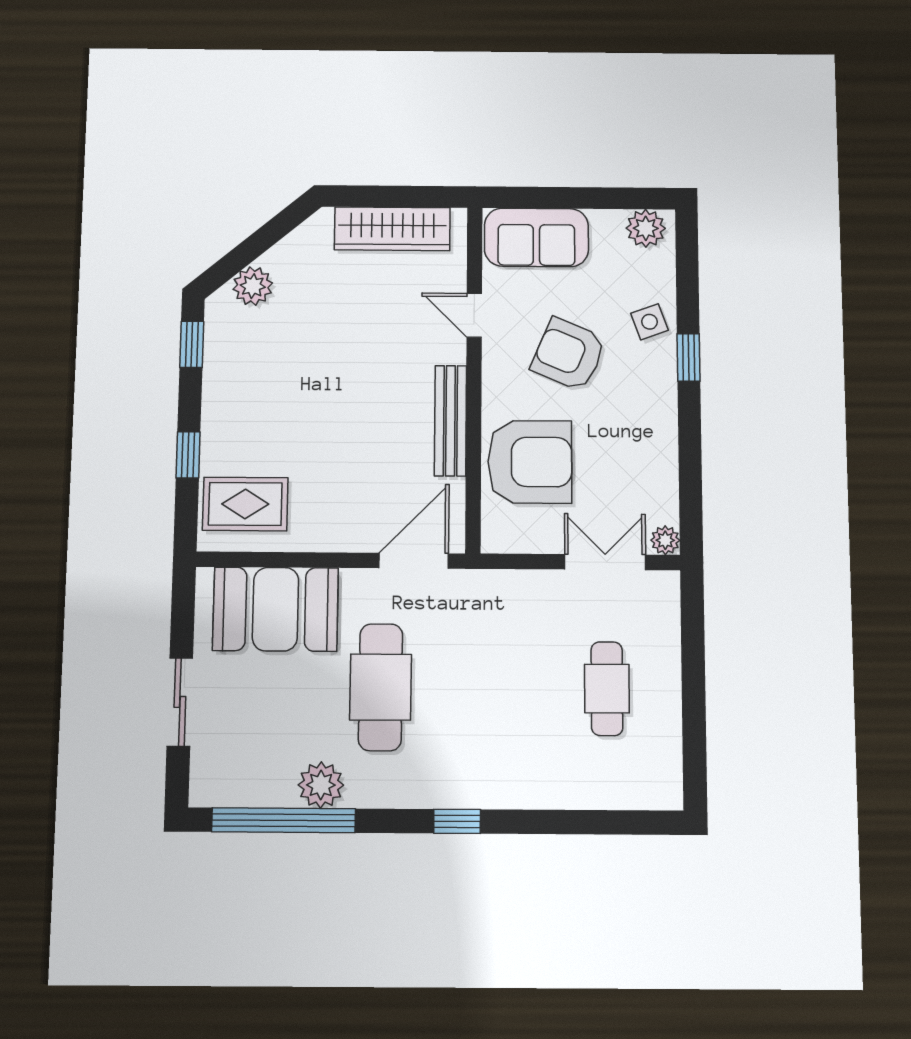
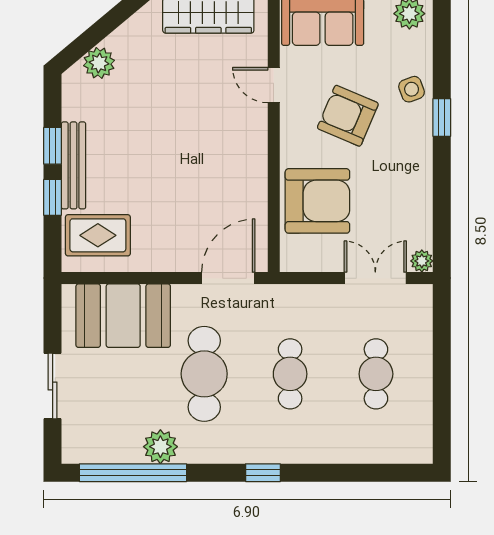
window: (192, 344) -> (53, 146), moved
bench: (450, 421) -> (74, 165), moved
cafe table: (494, 688) -> (290, 374), added

